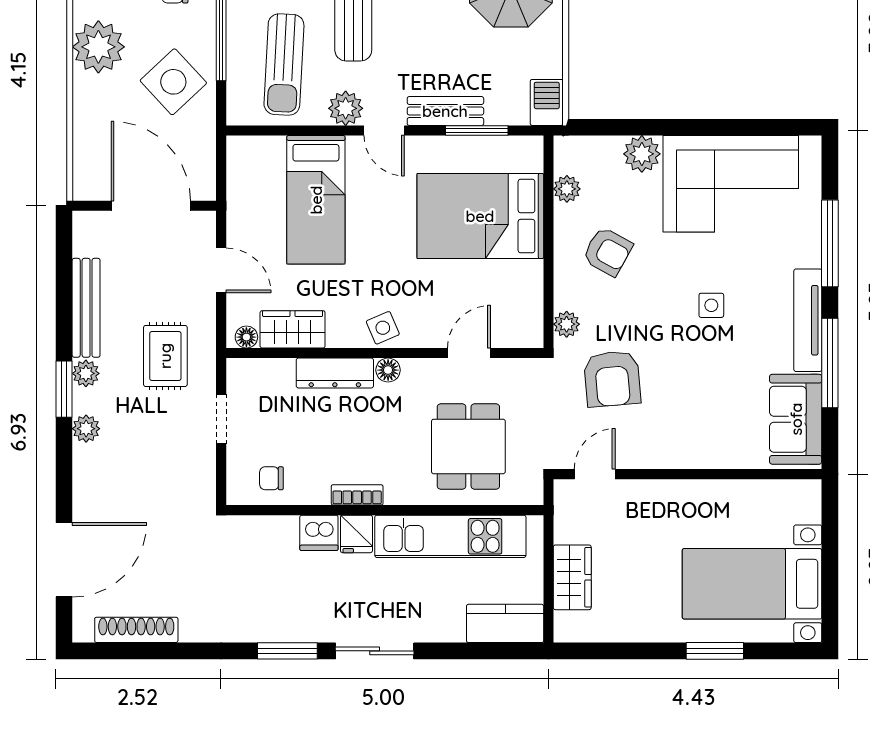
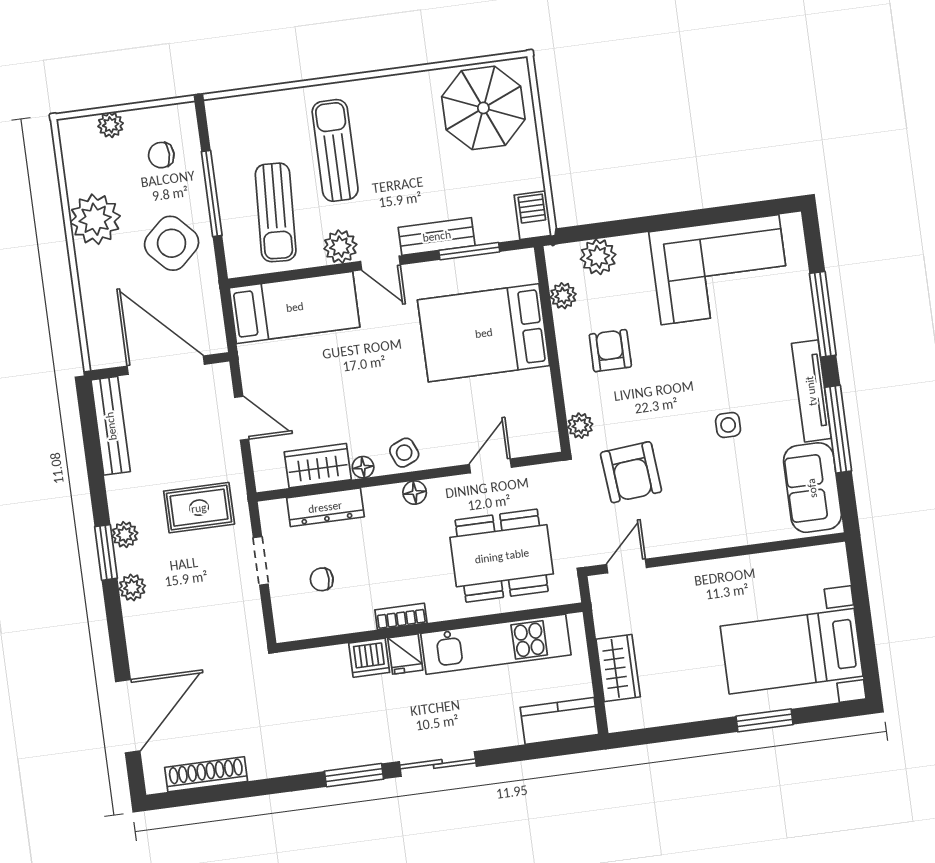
plant: (642, 154) -> (598, 257), moved
bed: (316, 200) -> (295, 307), moved, turned -90
armchair: (608, 252) -> (610, 351), turned -119
side table: (711, 305) -> (728, 425), moved
bench: (86, 308) -> (111, 426), moved
floor lamp: (246, 337) -> (363, 467), moved
rug: (165, 356) -> (199, 508), turned 90
dresser: (335, 373) -> (325, 507), moved
dining table: (468, 446) -> (502, 556), width x1.38
chair: (271, 478) -> (322, 579), moved

